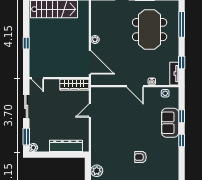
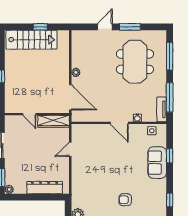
window: (182, 63) -> (170, 97), width x2.17
door: (38, 78) -> (29, 114), moved
window: (182, 140) -> (170, 200), moved

